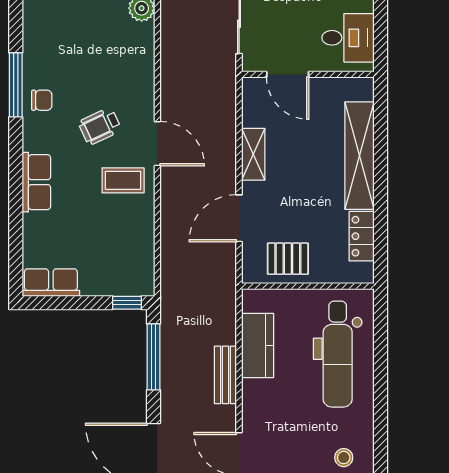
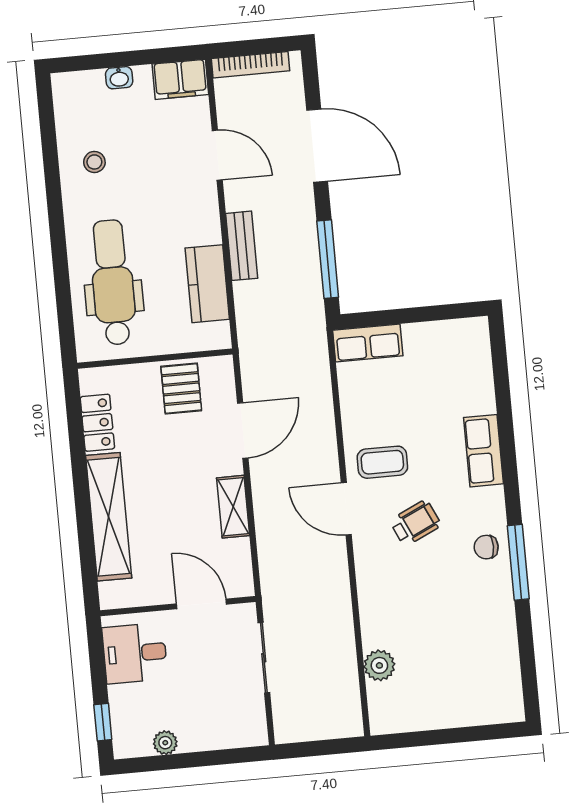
pallet: (288, 259) -> (181, 389), turned 90
row of seats: (51, 283) -> (368, 343), moved
window: (127, 303) -> (365, 320), removed

